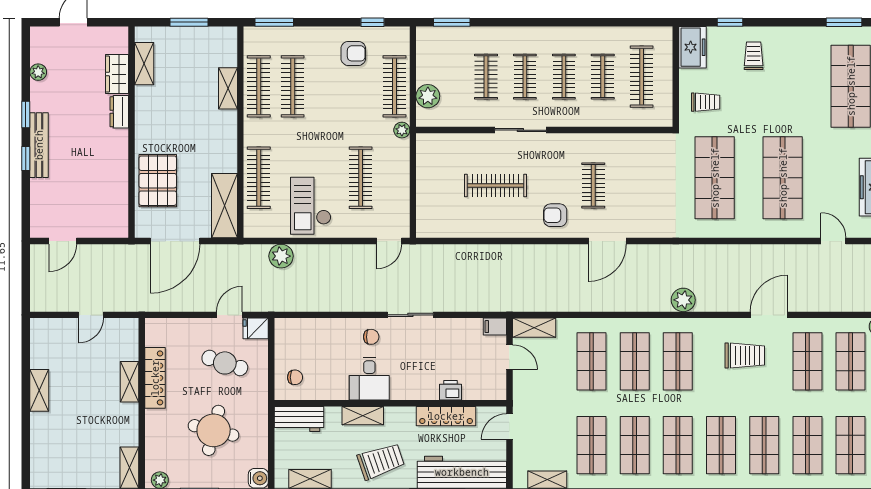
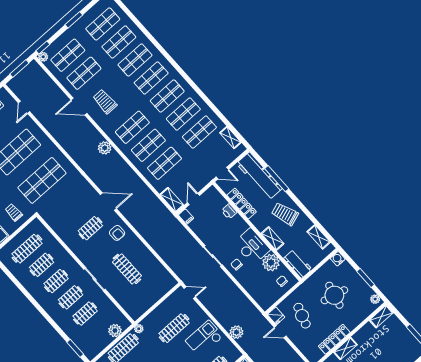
checkout: (311, 206) -> (204, 338), turned 180
desk: (369, 379) -> (252, 246), width x1.37
plant: (332, 385) -> (271, 263), added

